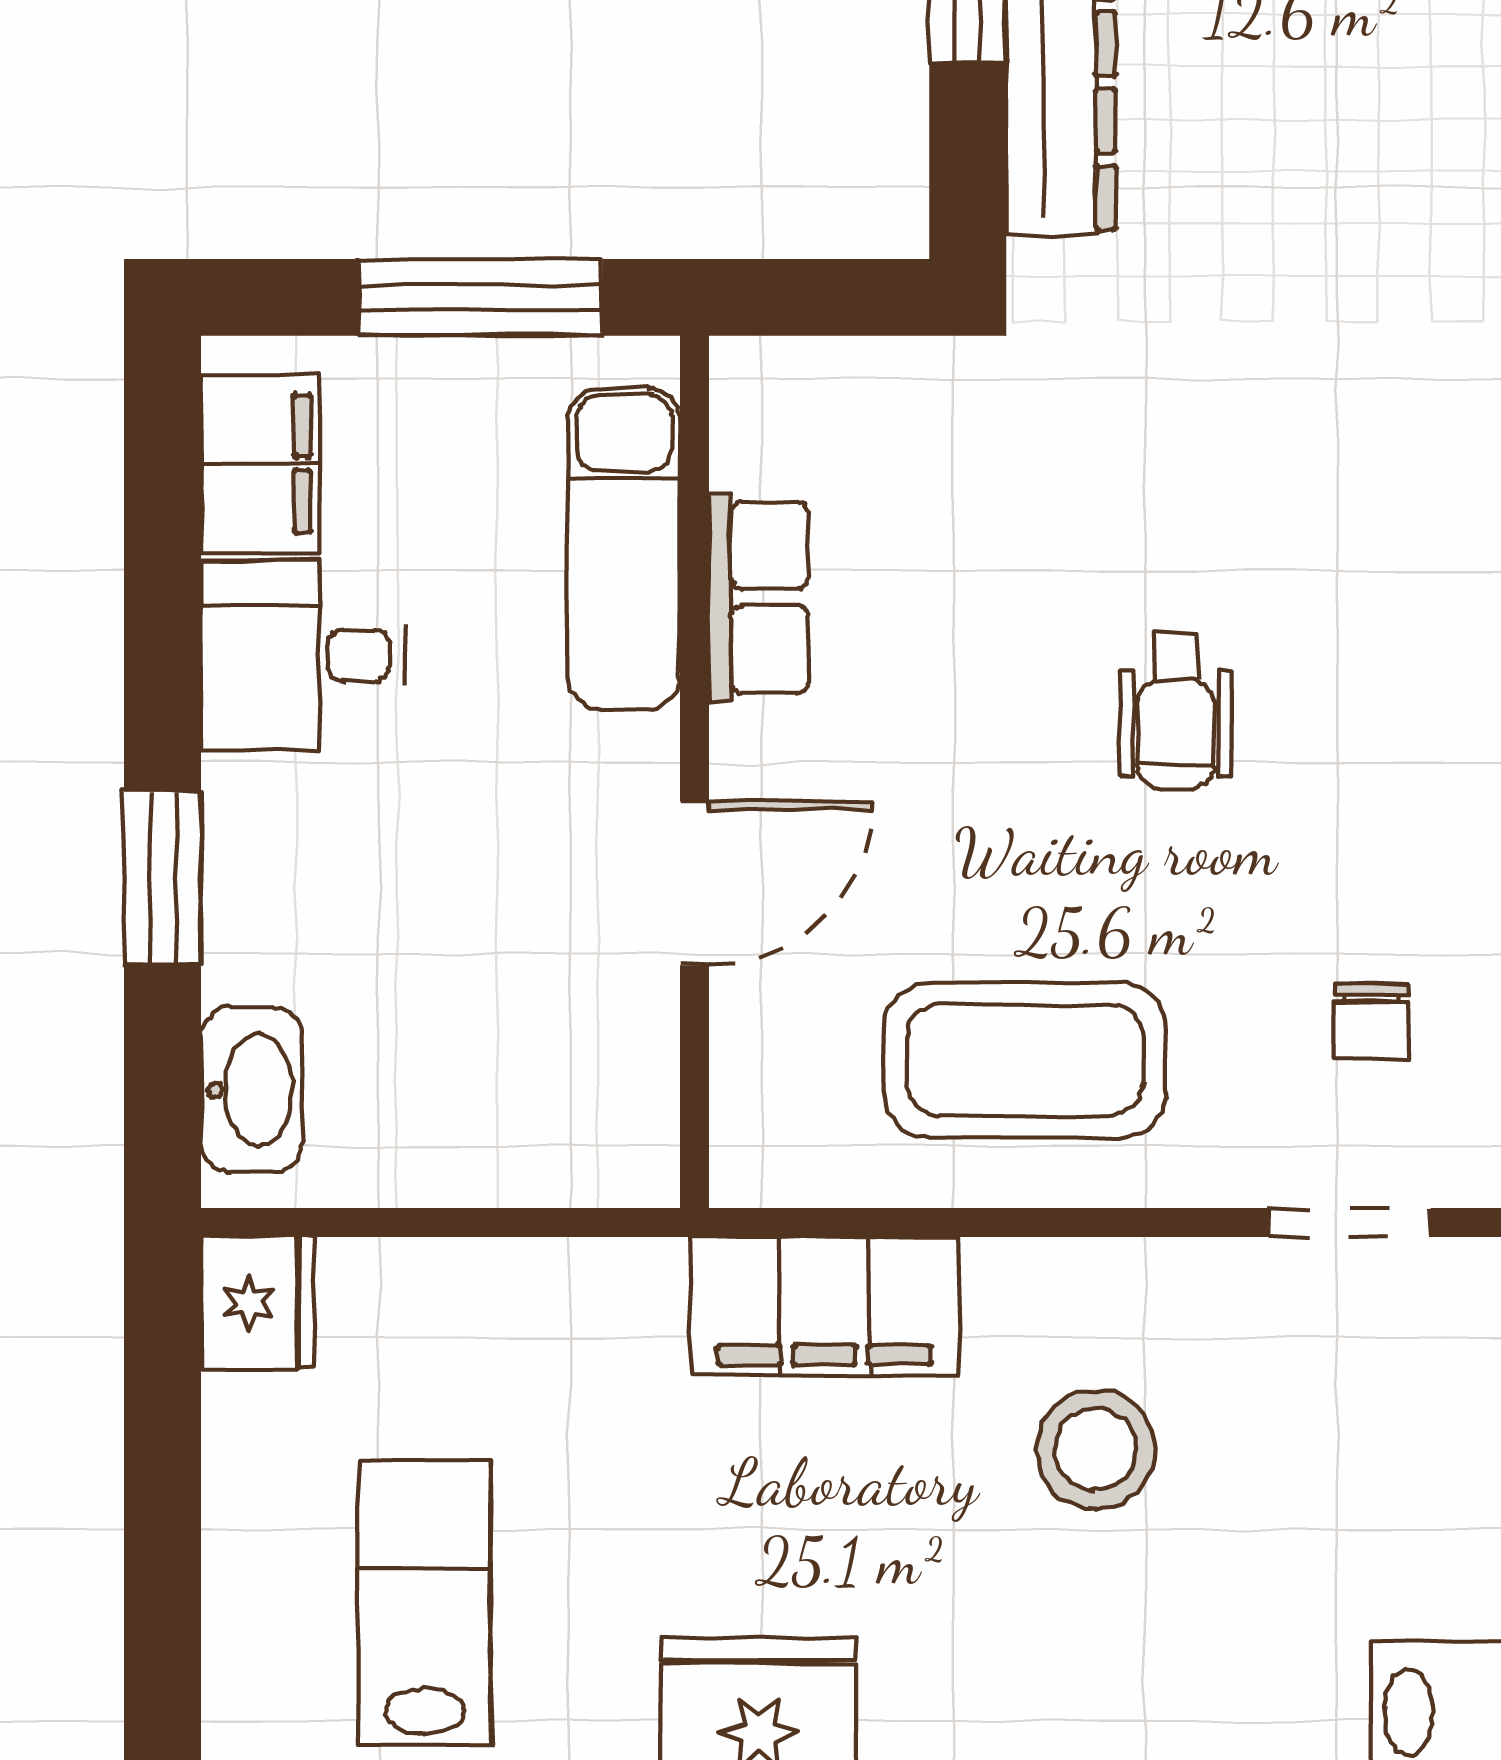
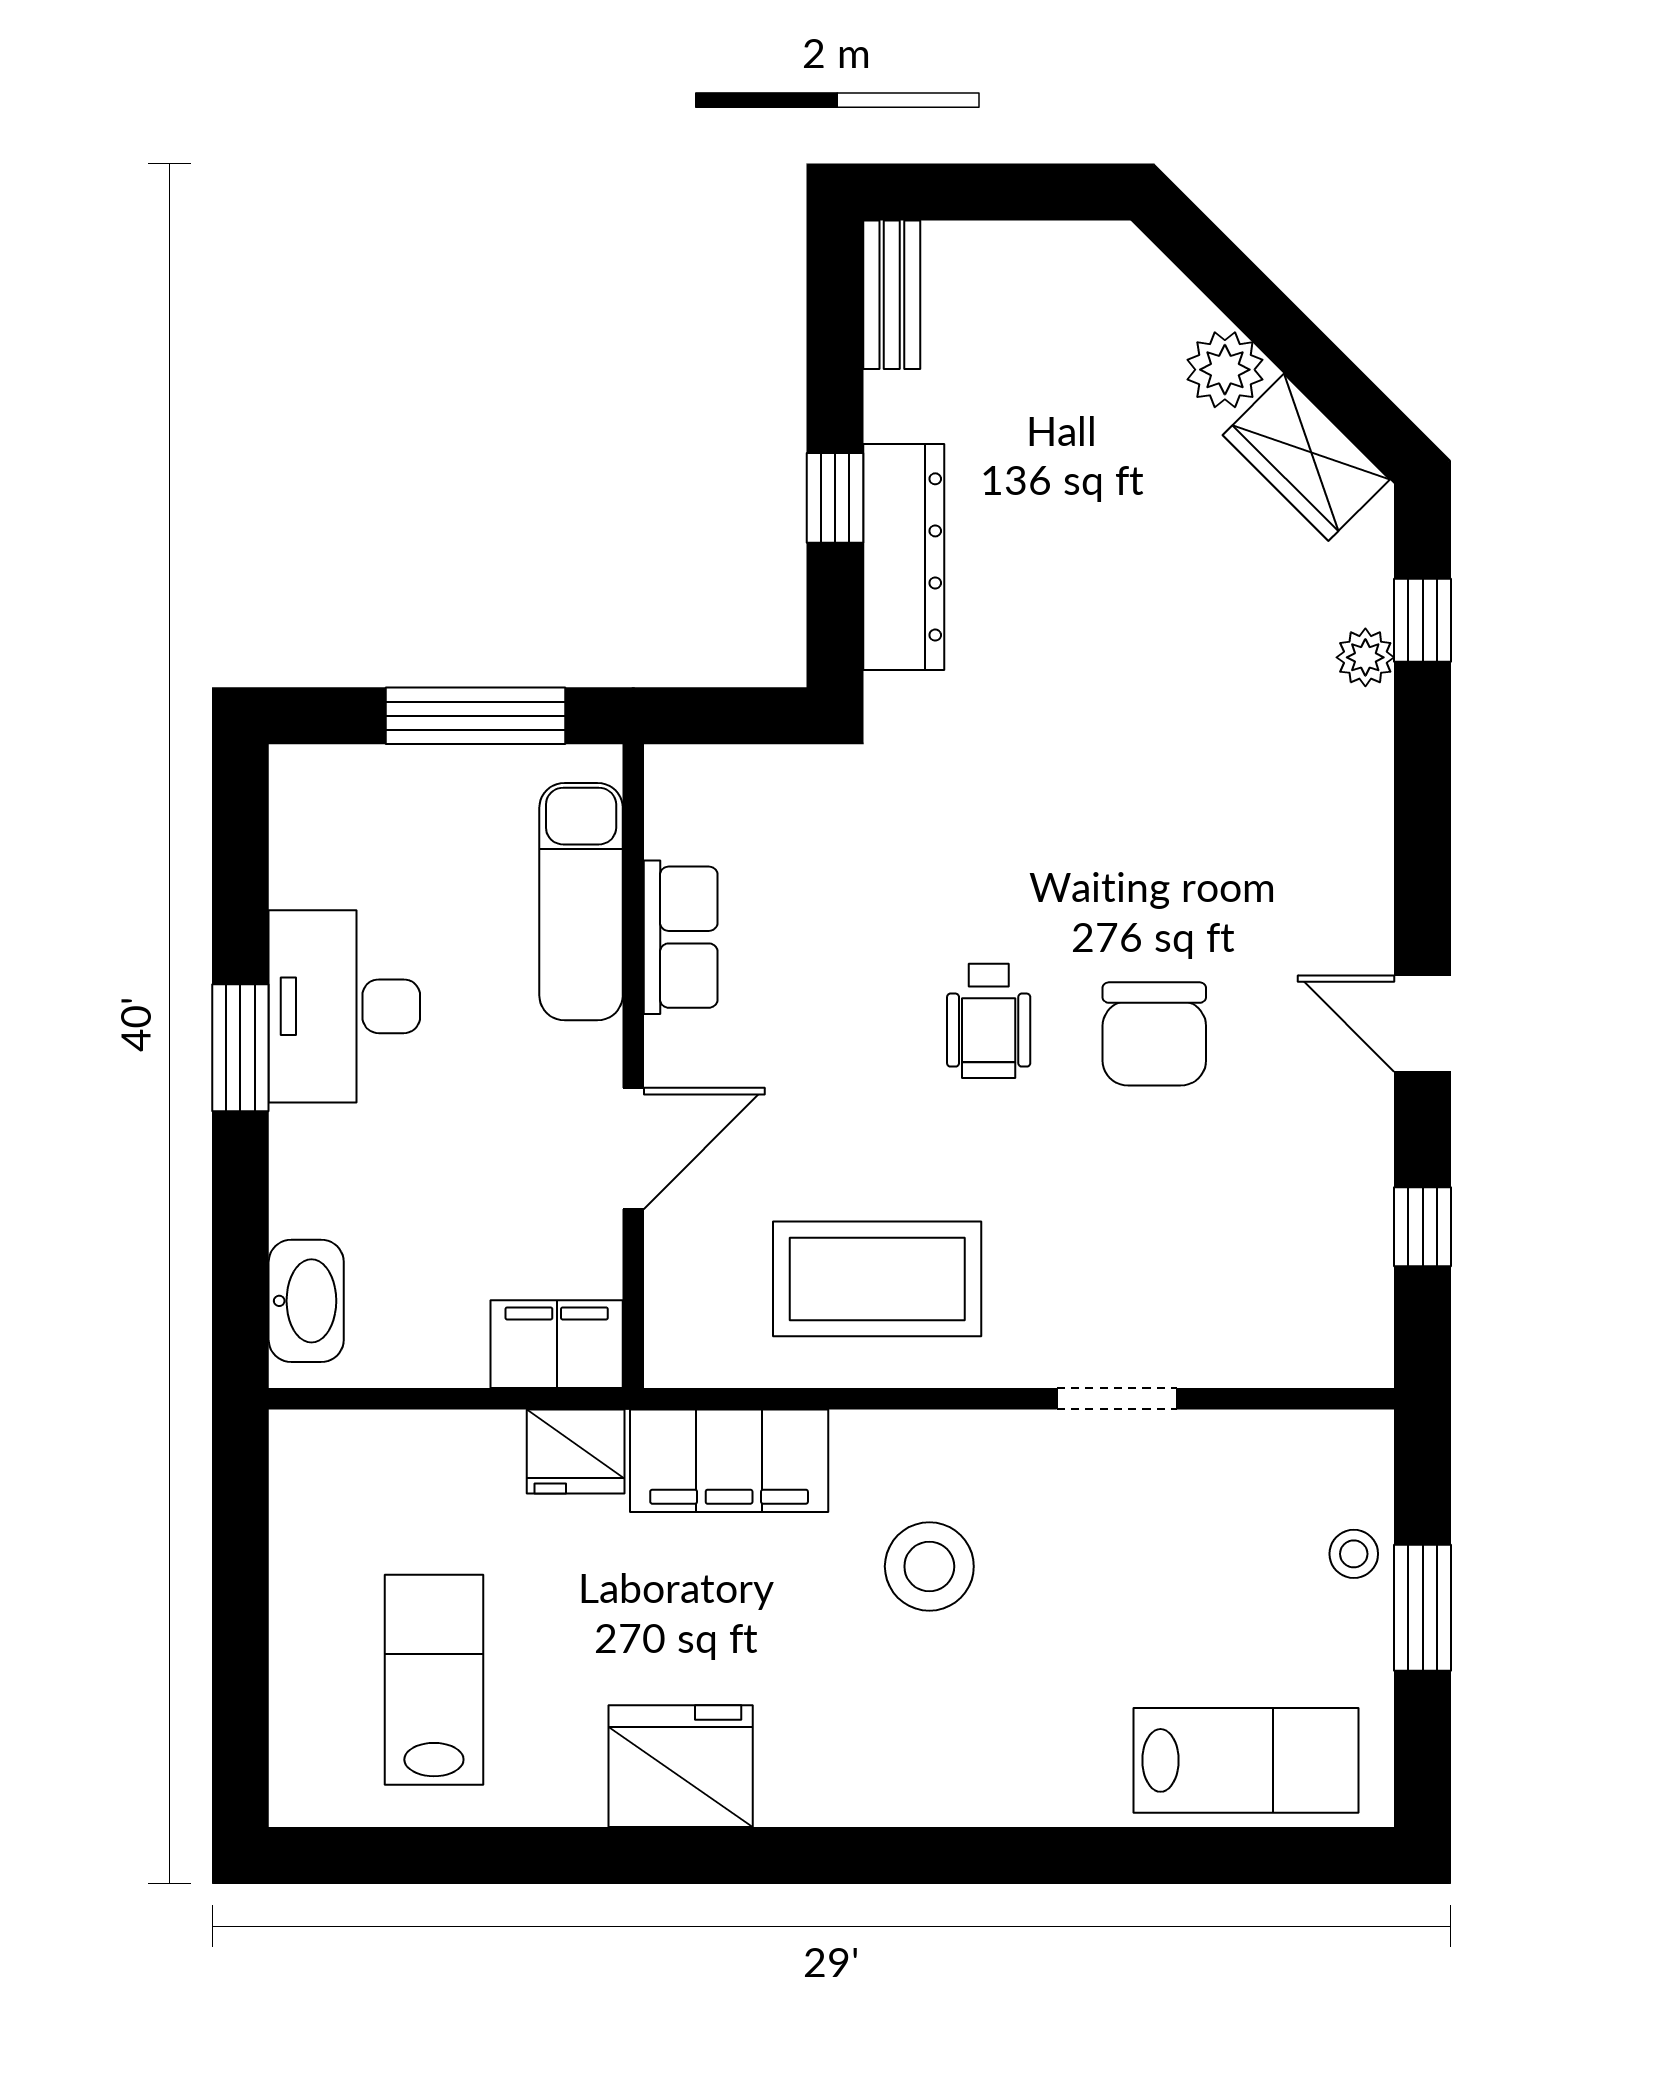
filing cabinet: (260, 463) -> (557, 1344), moved, turned -90
desk: (303, 655) -> (344, 1006), width x1.37
window: (163, 878) -> (240, 1048), moved
chair: (1371, 1021) -> (1154, 1034), moved, width x1.87, depth x1.87
fridge: (258, 1303) -> (576, 1452), moved, turned 90

